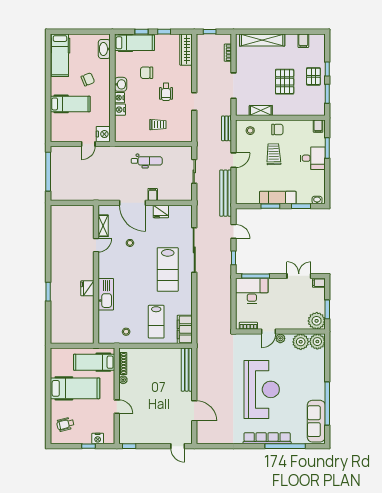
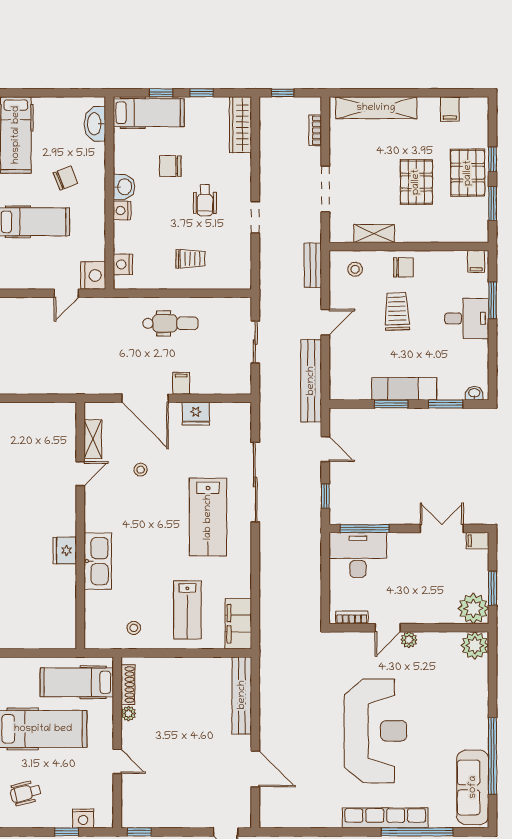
pallet: (313, 76) -> (468, 173), width x1.50, depth x1.42
nightstand: (120, 110) -> (123, 264), moved
plant: (301, 342) -> (445, 646), removed

